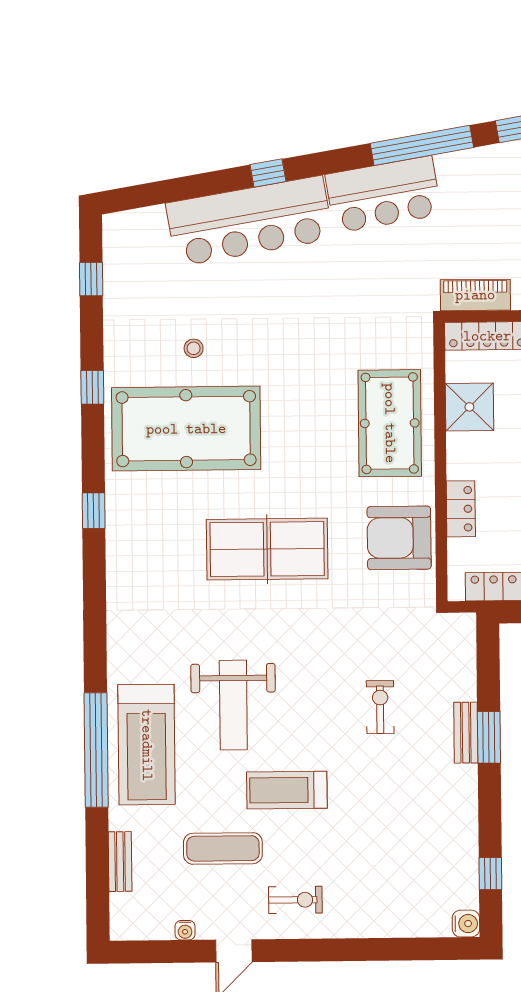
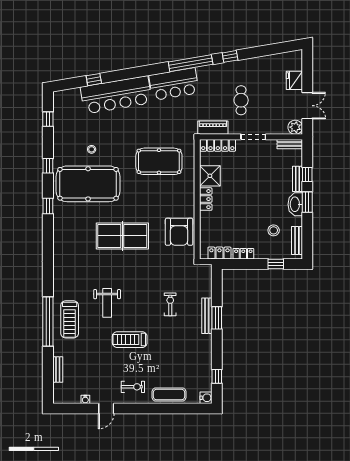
window: (268, 173) -> (94, 80), moved
pool table: (390, 423) -> (159, 161), moved, turned 90
locker: (461, 509) -> (206, 199), moved
window: (94, 511) -> (48, 206), moved
armchair: (399, 538) -> (179, 232), turned -90
weight bench: (233, 705) -> (107, 303), width x0.73, depth x0.75
bench: (466, 733) -> (207, 316), width x1.36
treadmill: (147, 745) -> (70, 319), width x0.73, depth x0.73
exercise mat: (223, 848) -> (169, 395), moved

